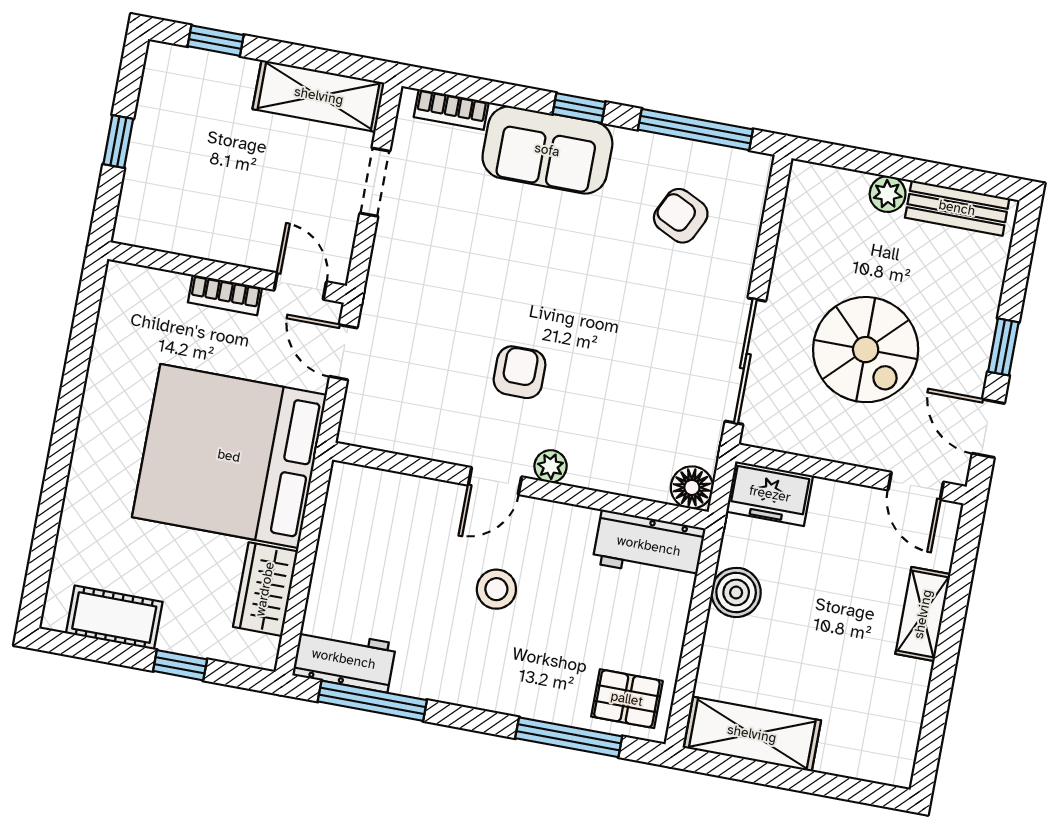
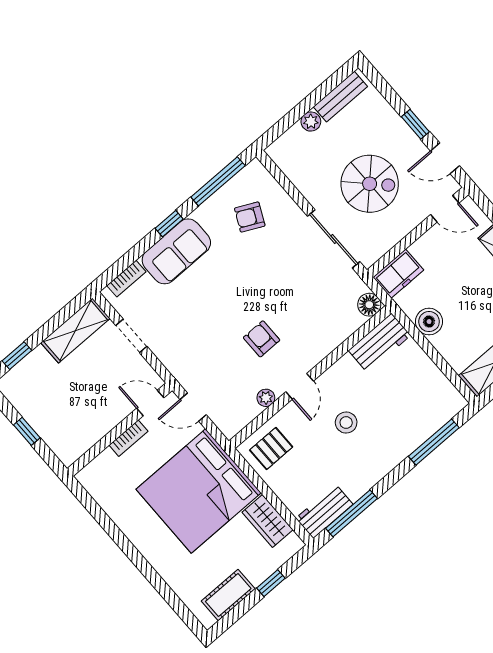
plant: (551, 466) -> (266, 398), moved
pallet: (627, 699) -> (271, 448), moved

